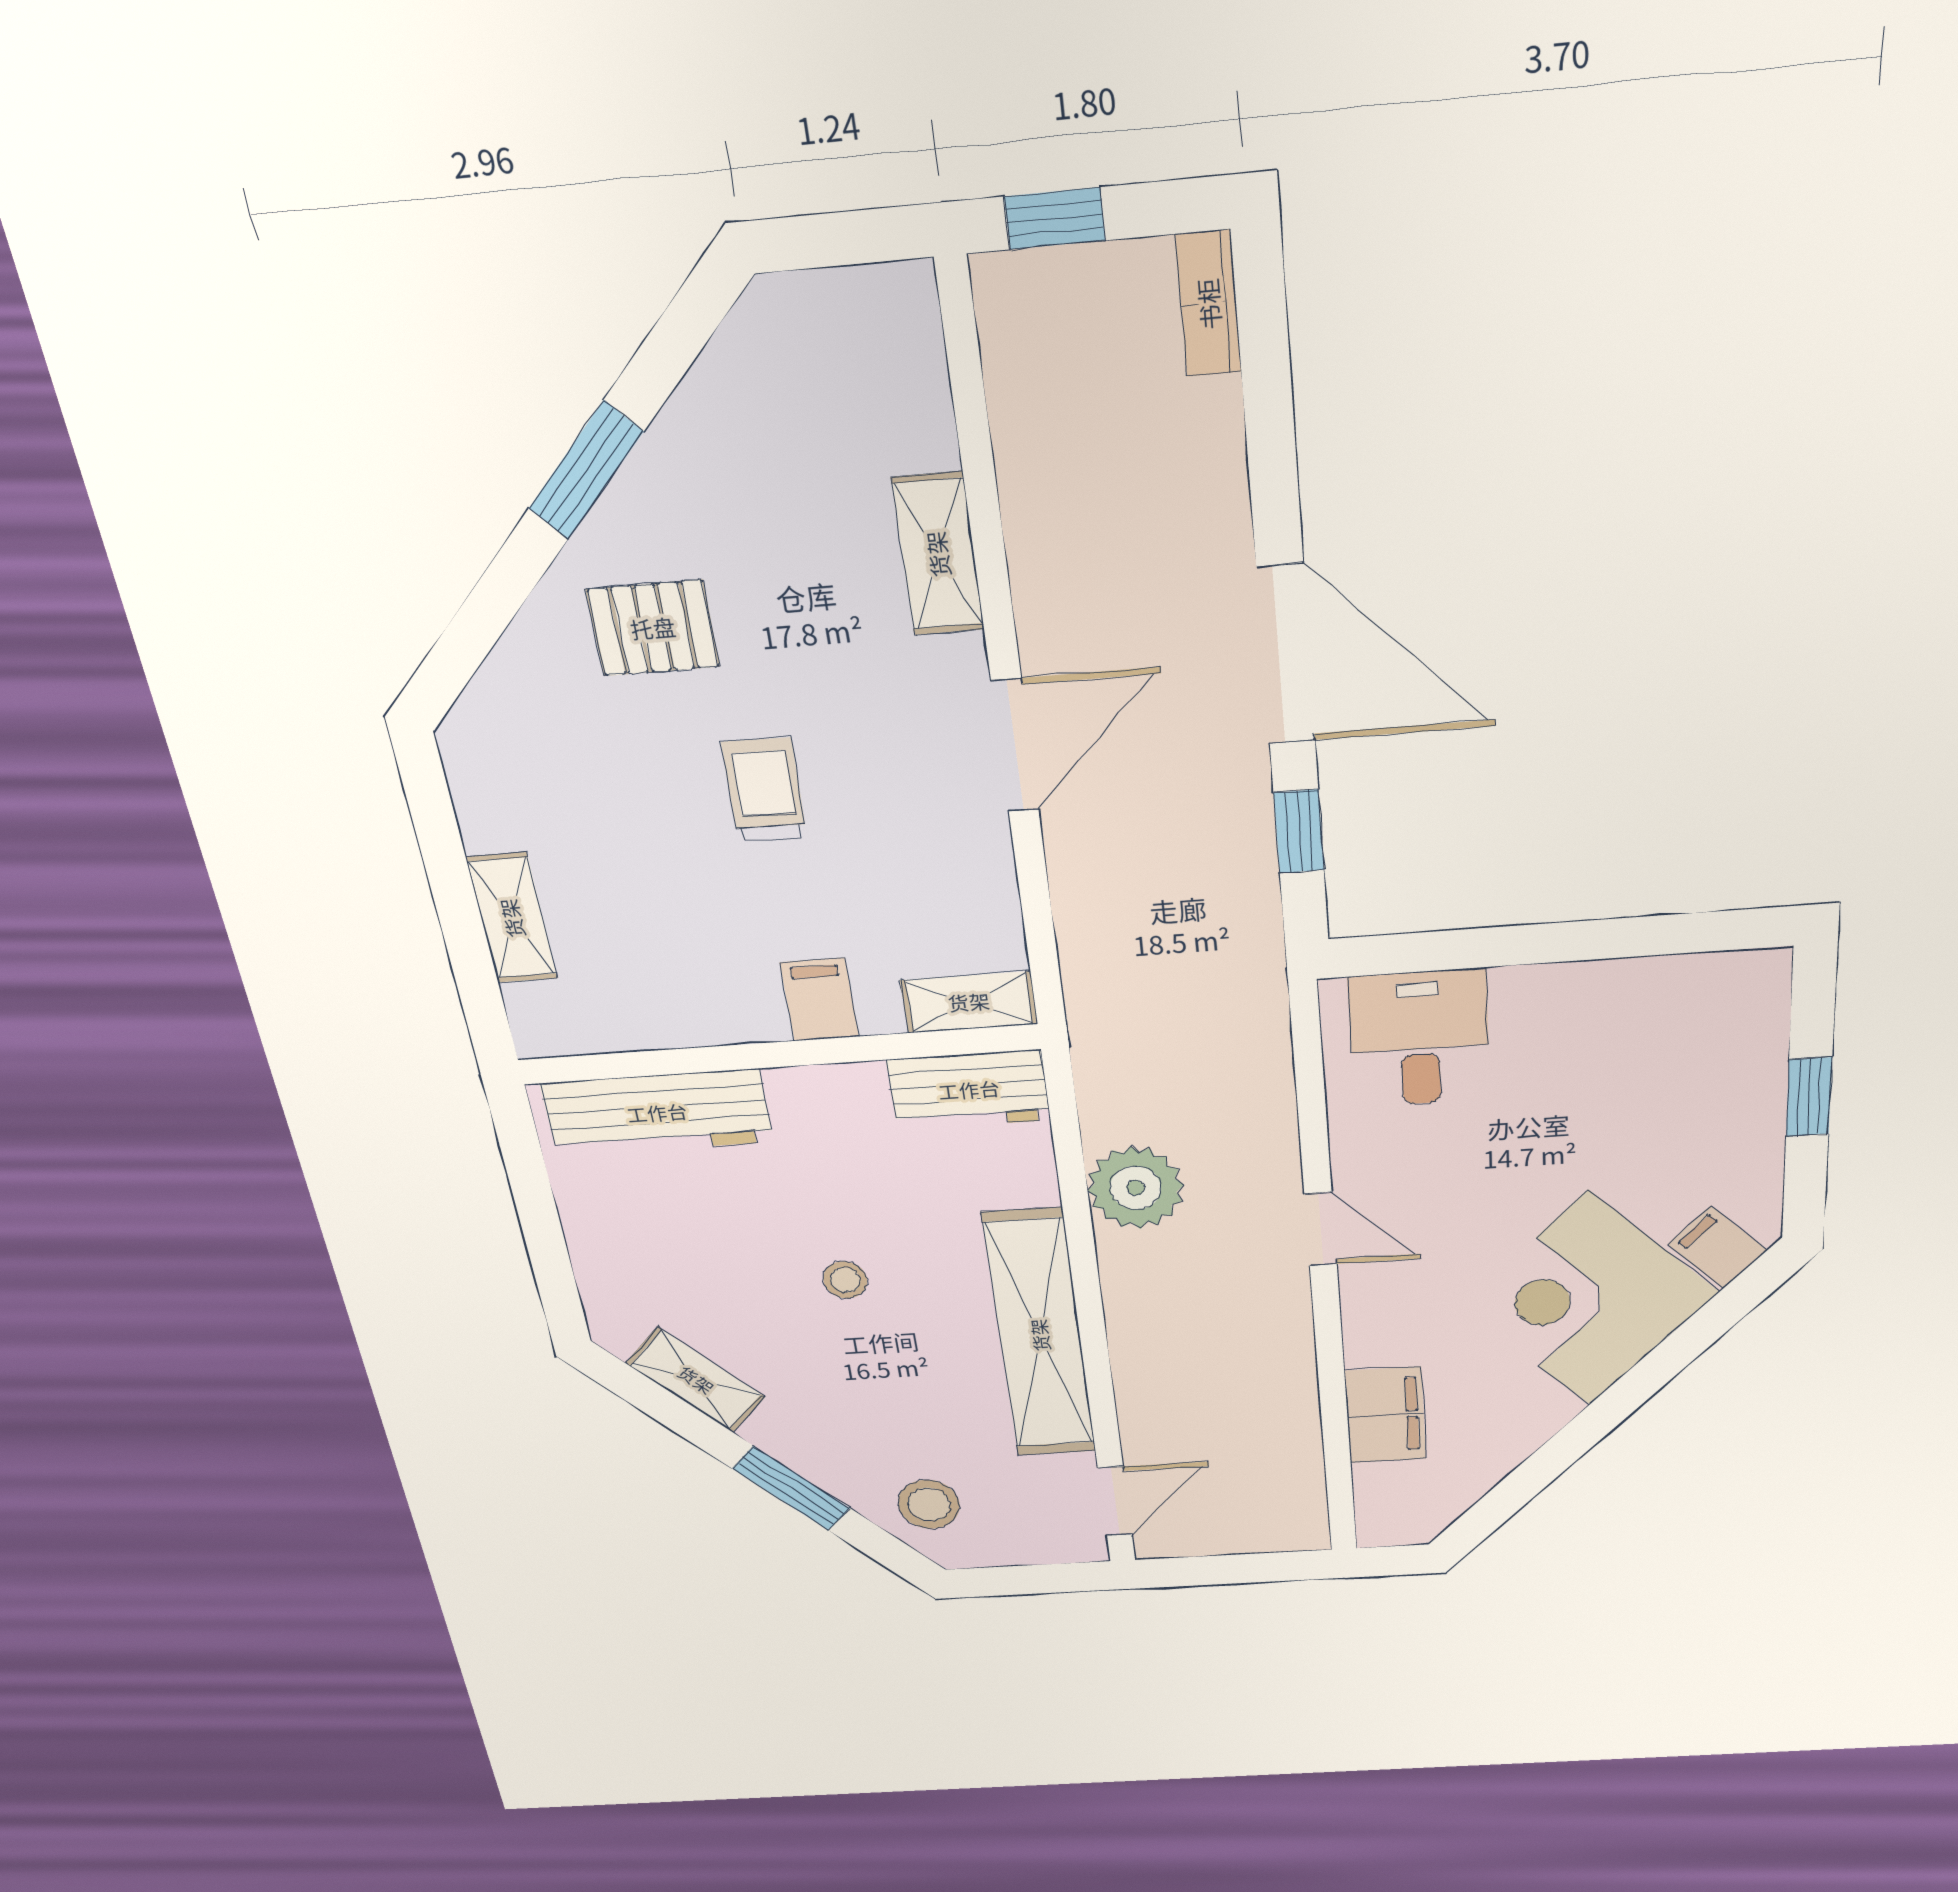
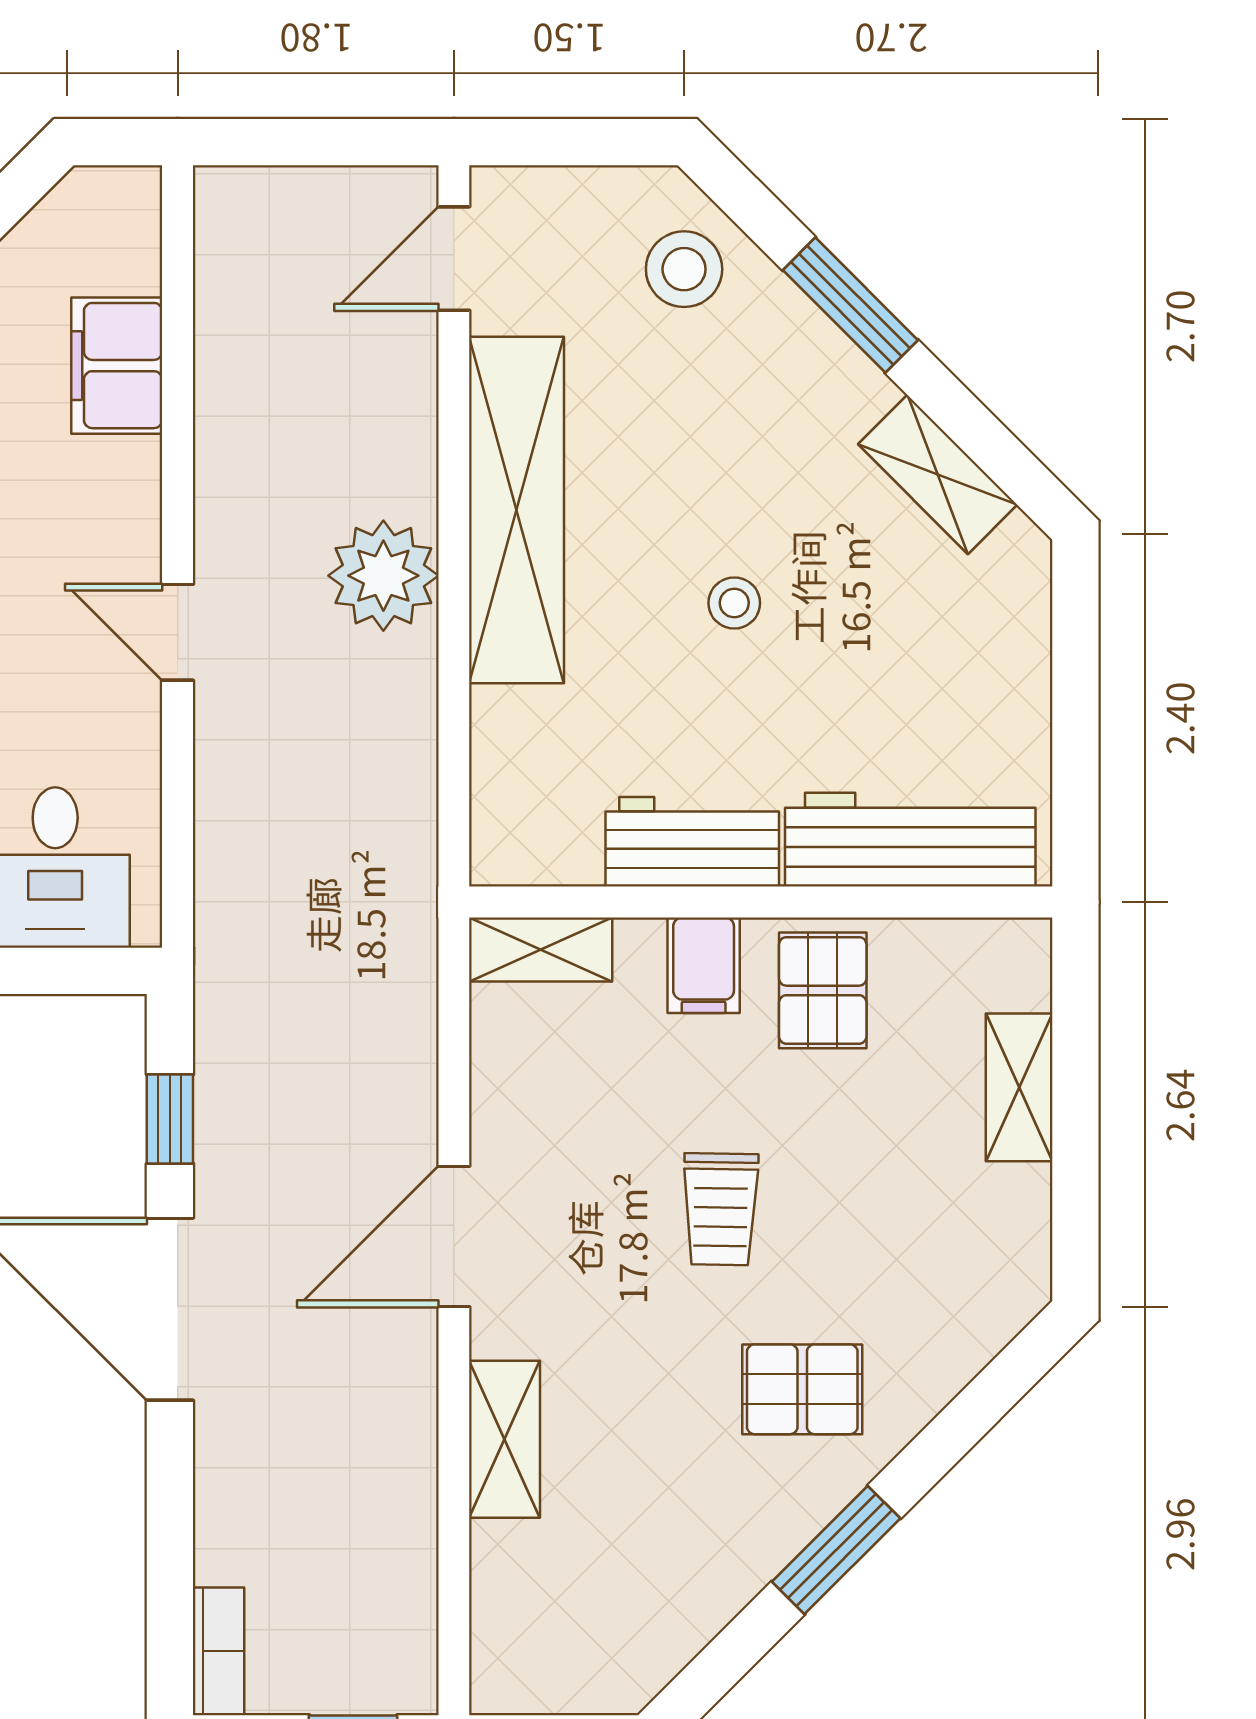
pallet: (708, 986) -> (823, 990), added
workbench: (969, 1090) -> (692, 842), moved
plant: (1136, 1188) -> (383, 576), moved

